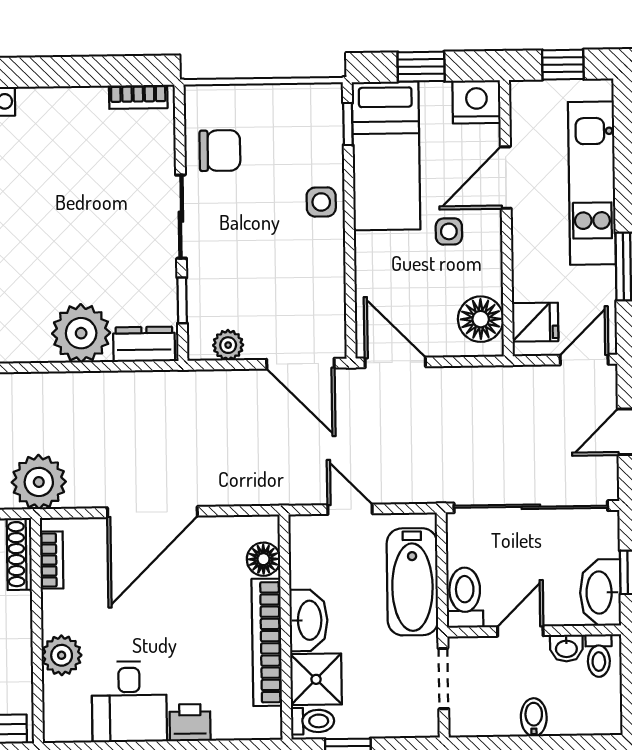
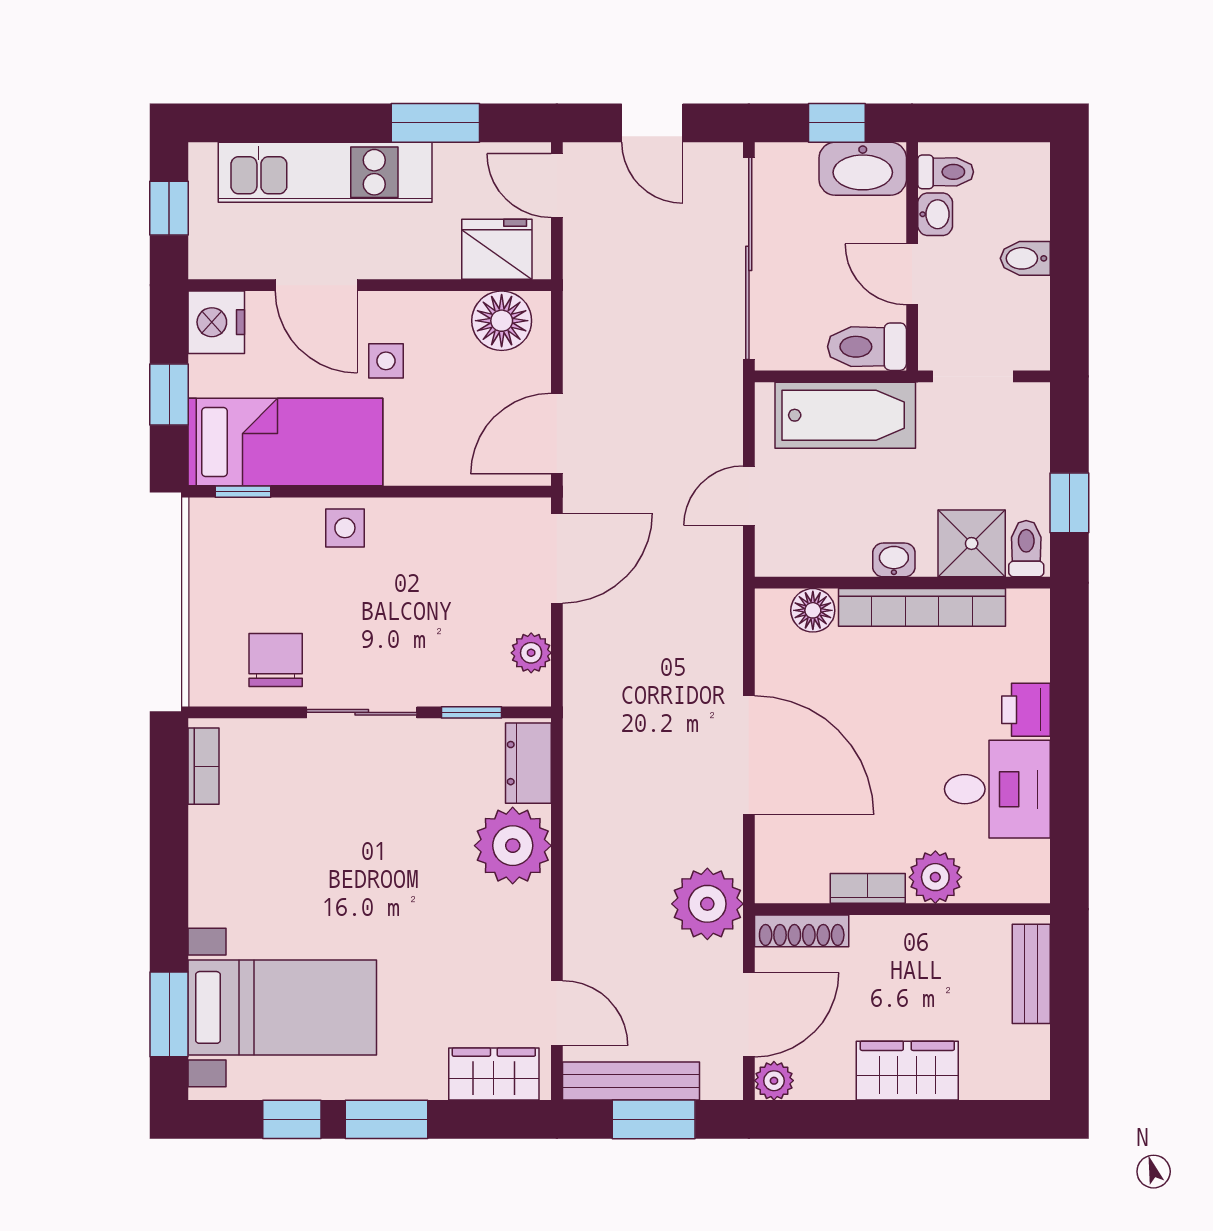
fridge: (535, 322) -> (497, 249), width x1.38
bookcase: (52, 560) -> (868, 888), moved
washbasin: (308, 620) -> (894, 560), width x0.52, depth x0.69

